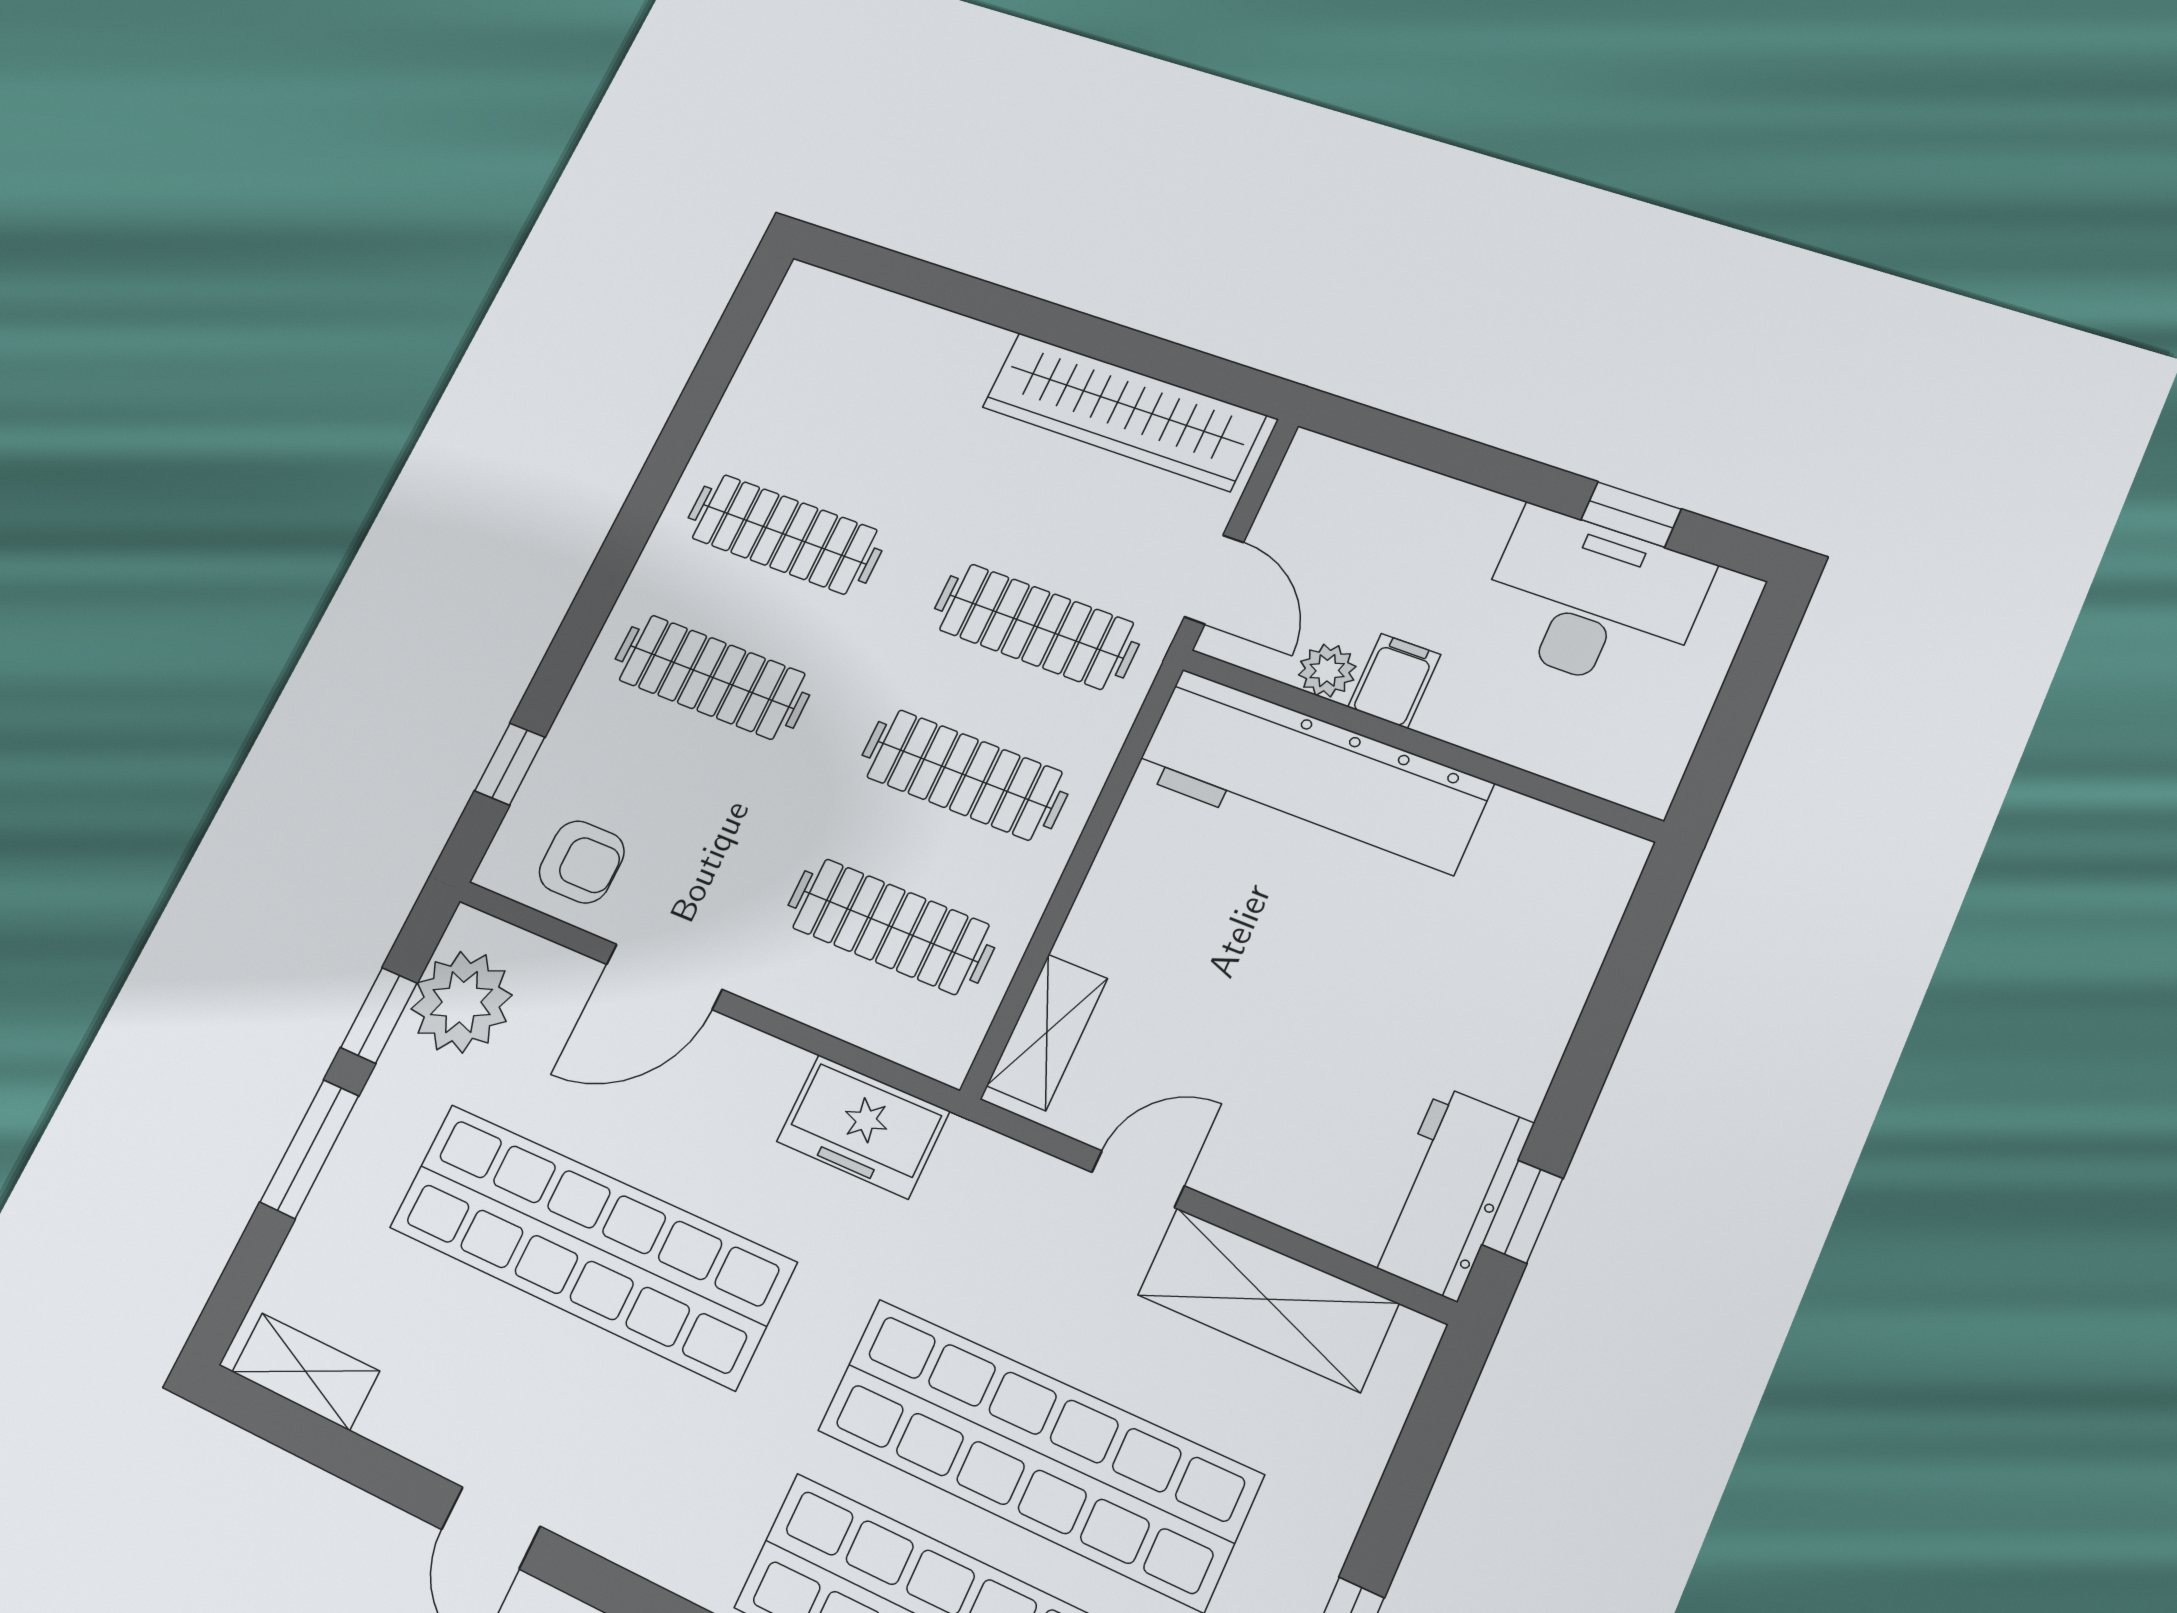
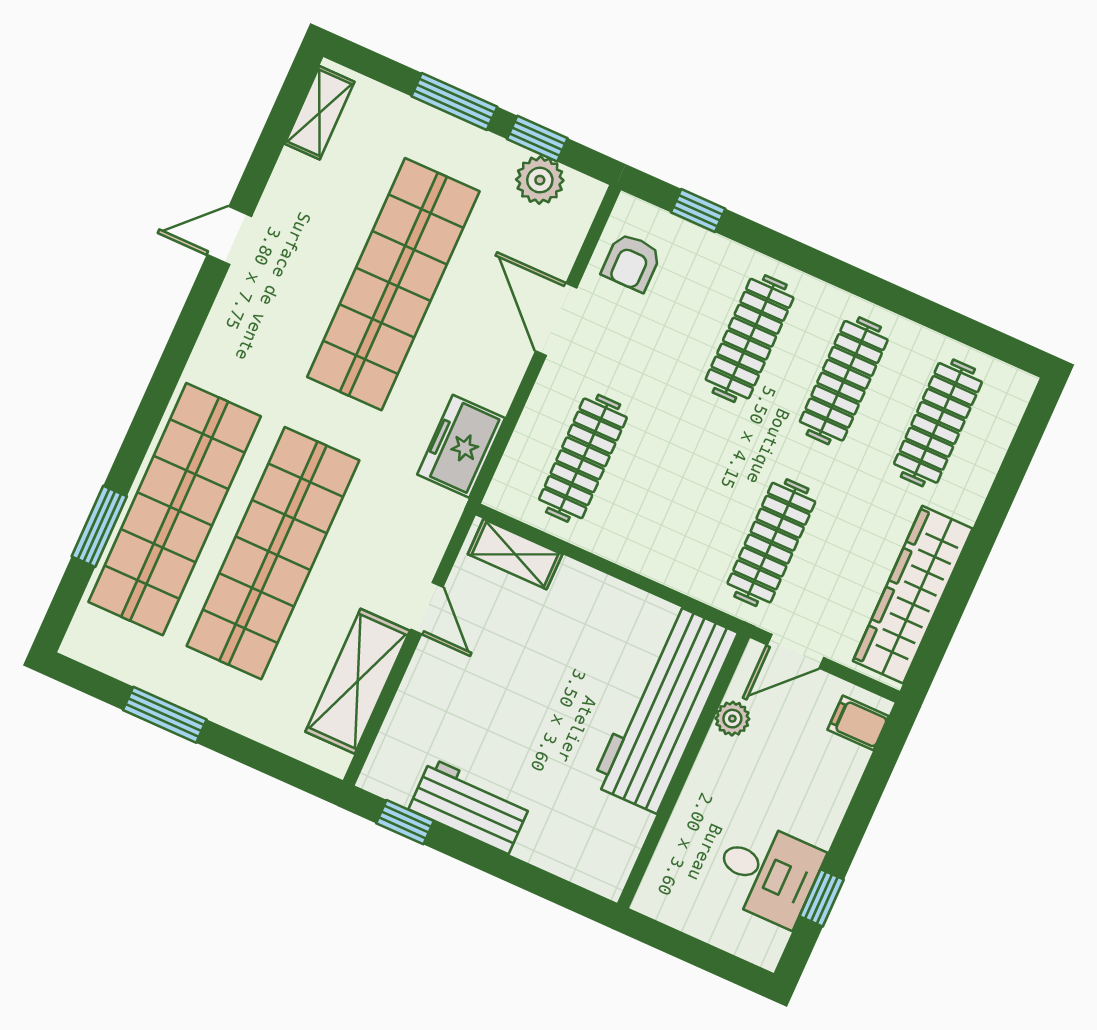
desk: (1592, 601) -> (767, 873), width x0.73
filing cabinet: (1394, 681) -> (858, 723), moved, turned 180
clothes rail: (964, 775) -> (938, 423), moved
plant: (462, 1002) -> (540, 180), width x0.73, depth x0.73
workbench: (1448, 1192) -> (470, 806), moved

